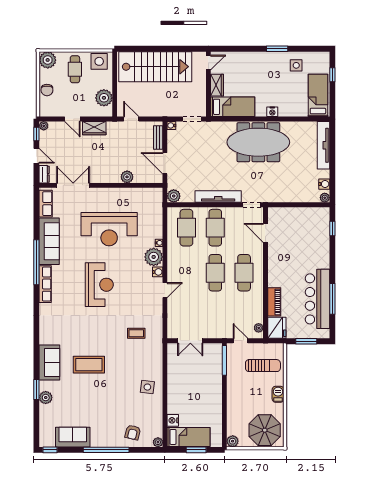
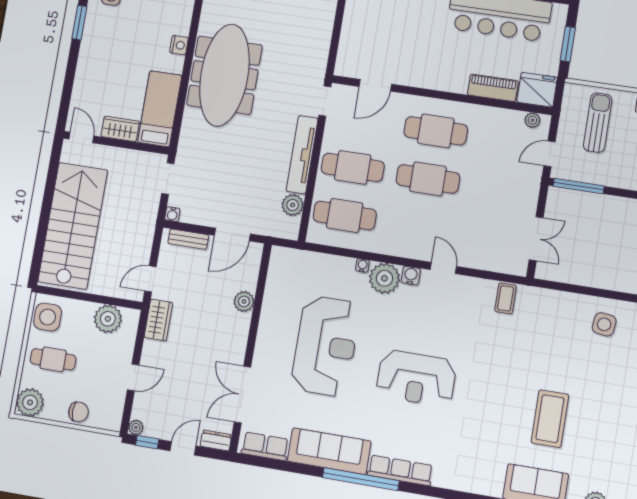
wardrobe: (94, 128) -> (158, 320), moved
plant: (174, 196) -> (293, 205), moved
reception desk: (99, 285) -> (416, 378), turned 180
coffee table: (136, 333) -> (506, 298), moved

